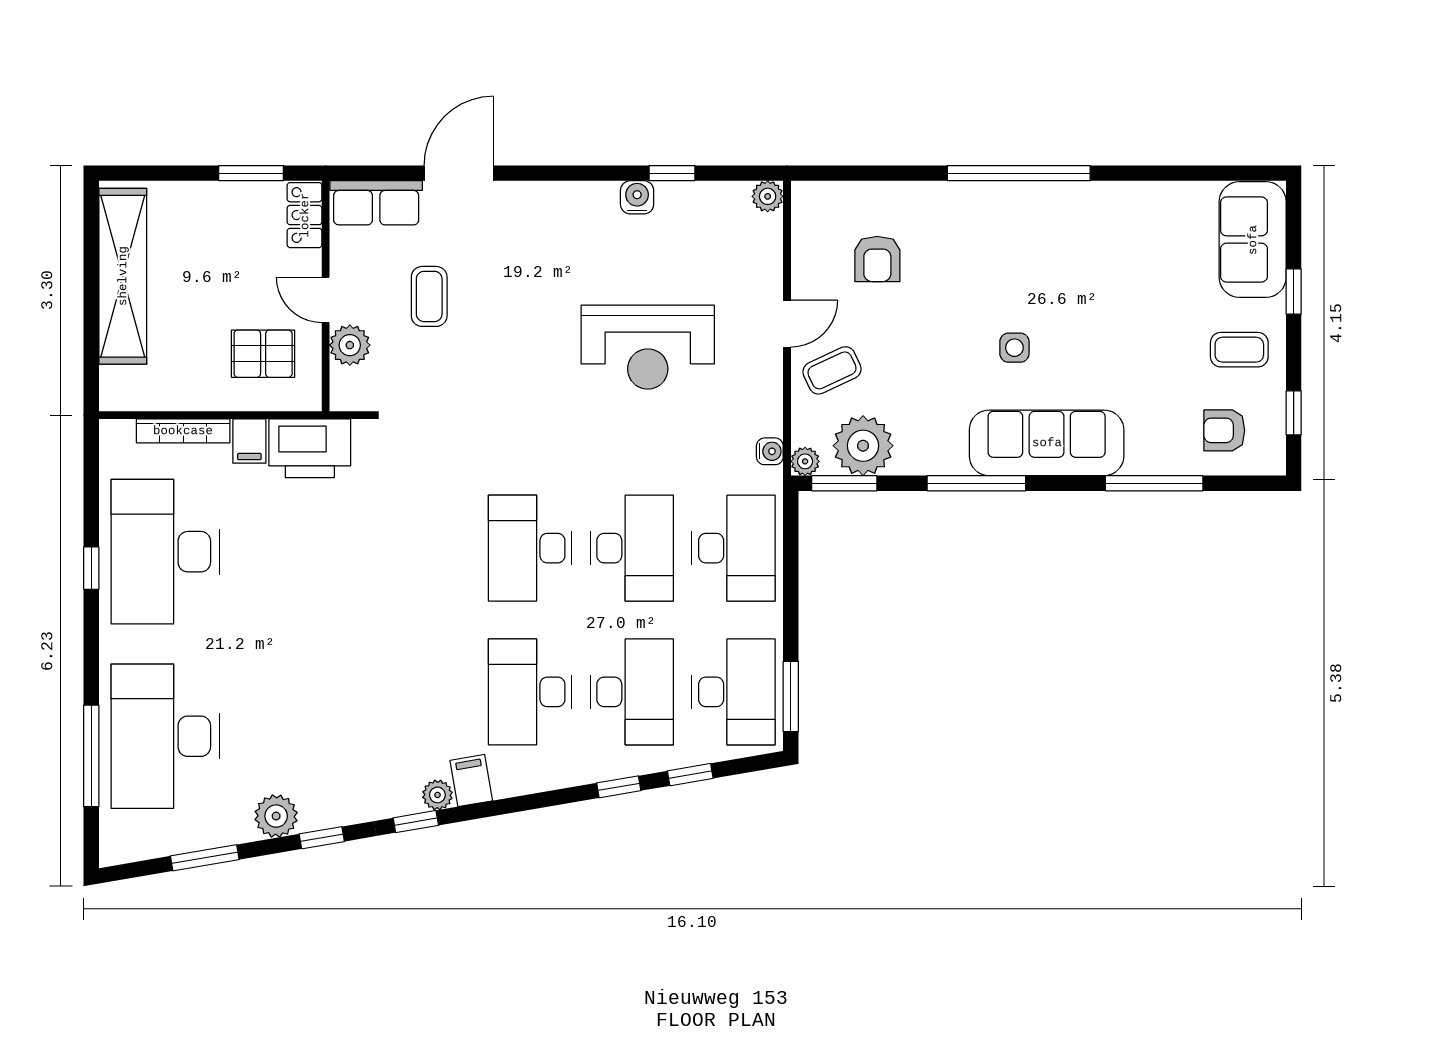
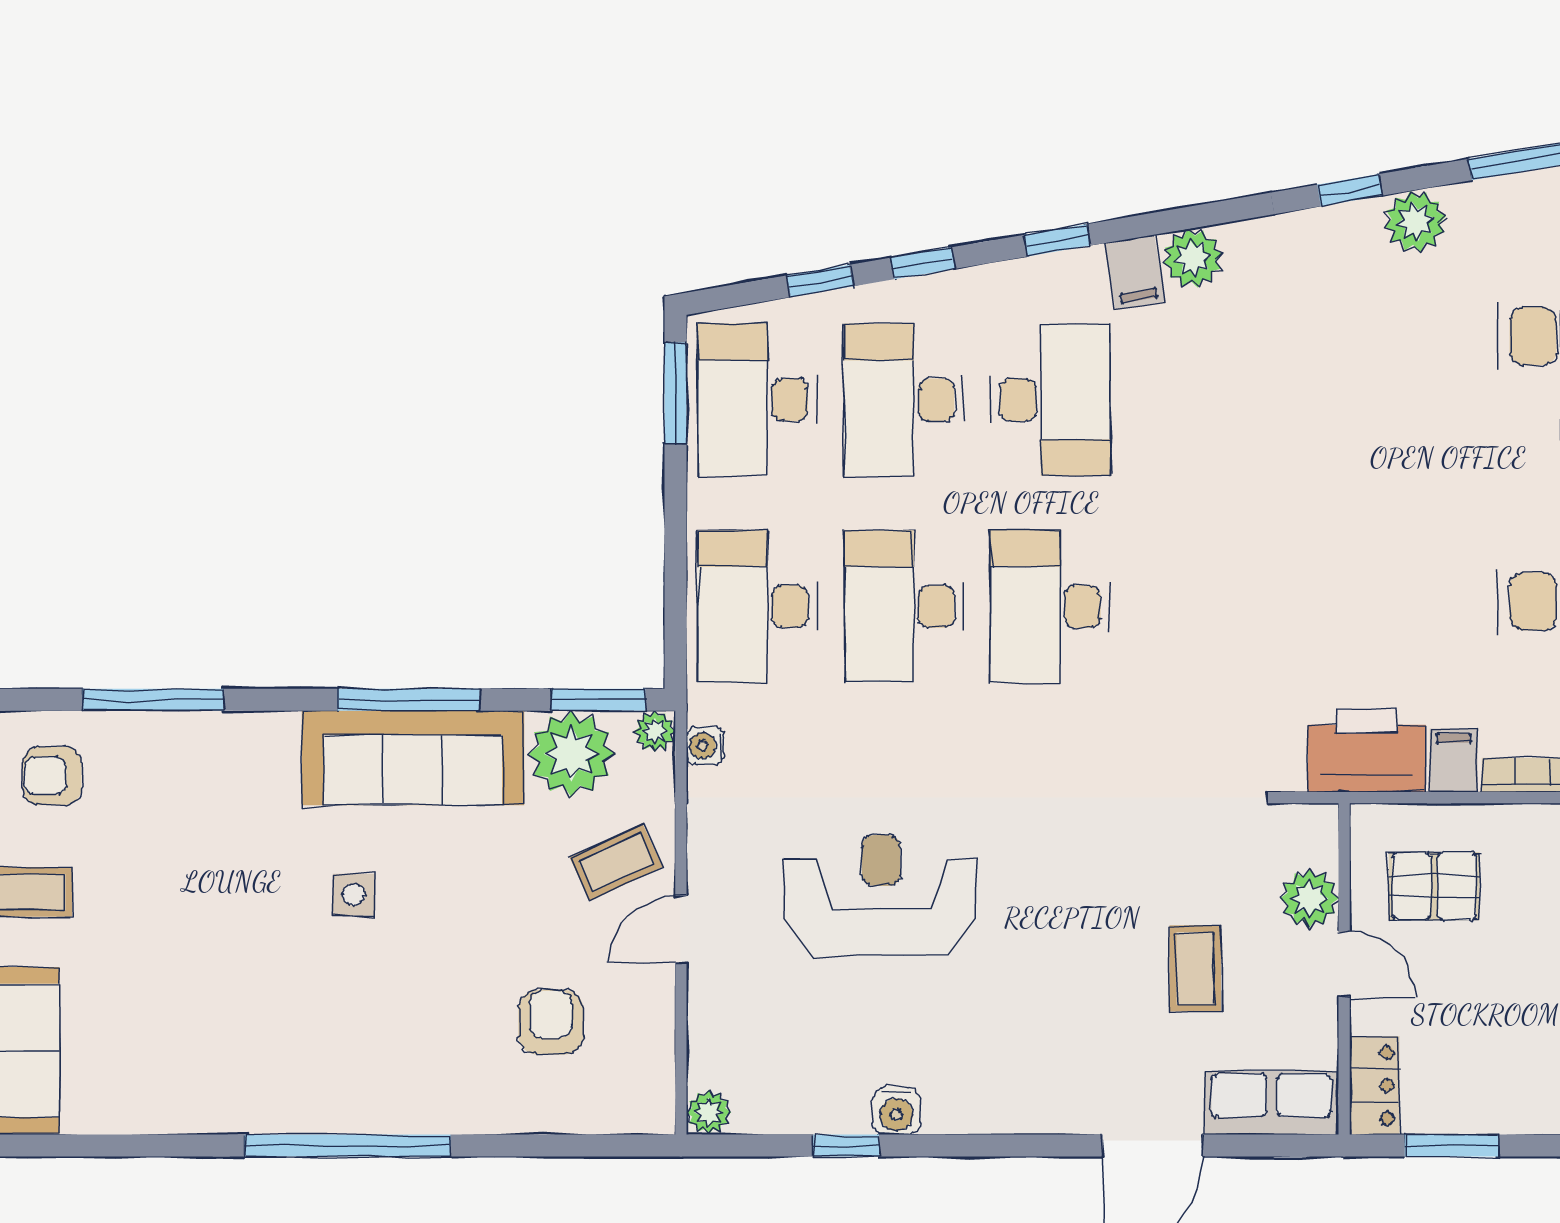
armchair: (1224, 430) -> (52, 776), turned 180
sofa: (1047, 443) -> (413, 758), moved
desk: (530, 548) -> (1050, 607), turned 180
plant: (437, 795) -> (1193, 258), width x1.38, depth x1.38
window: (416, 822) -> (1057, 240), moved

